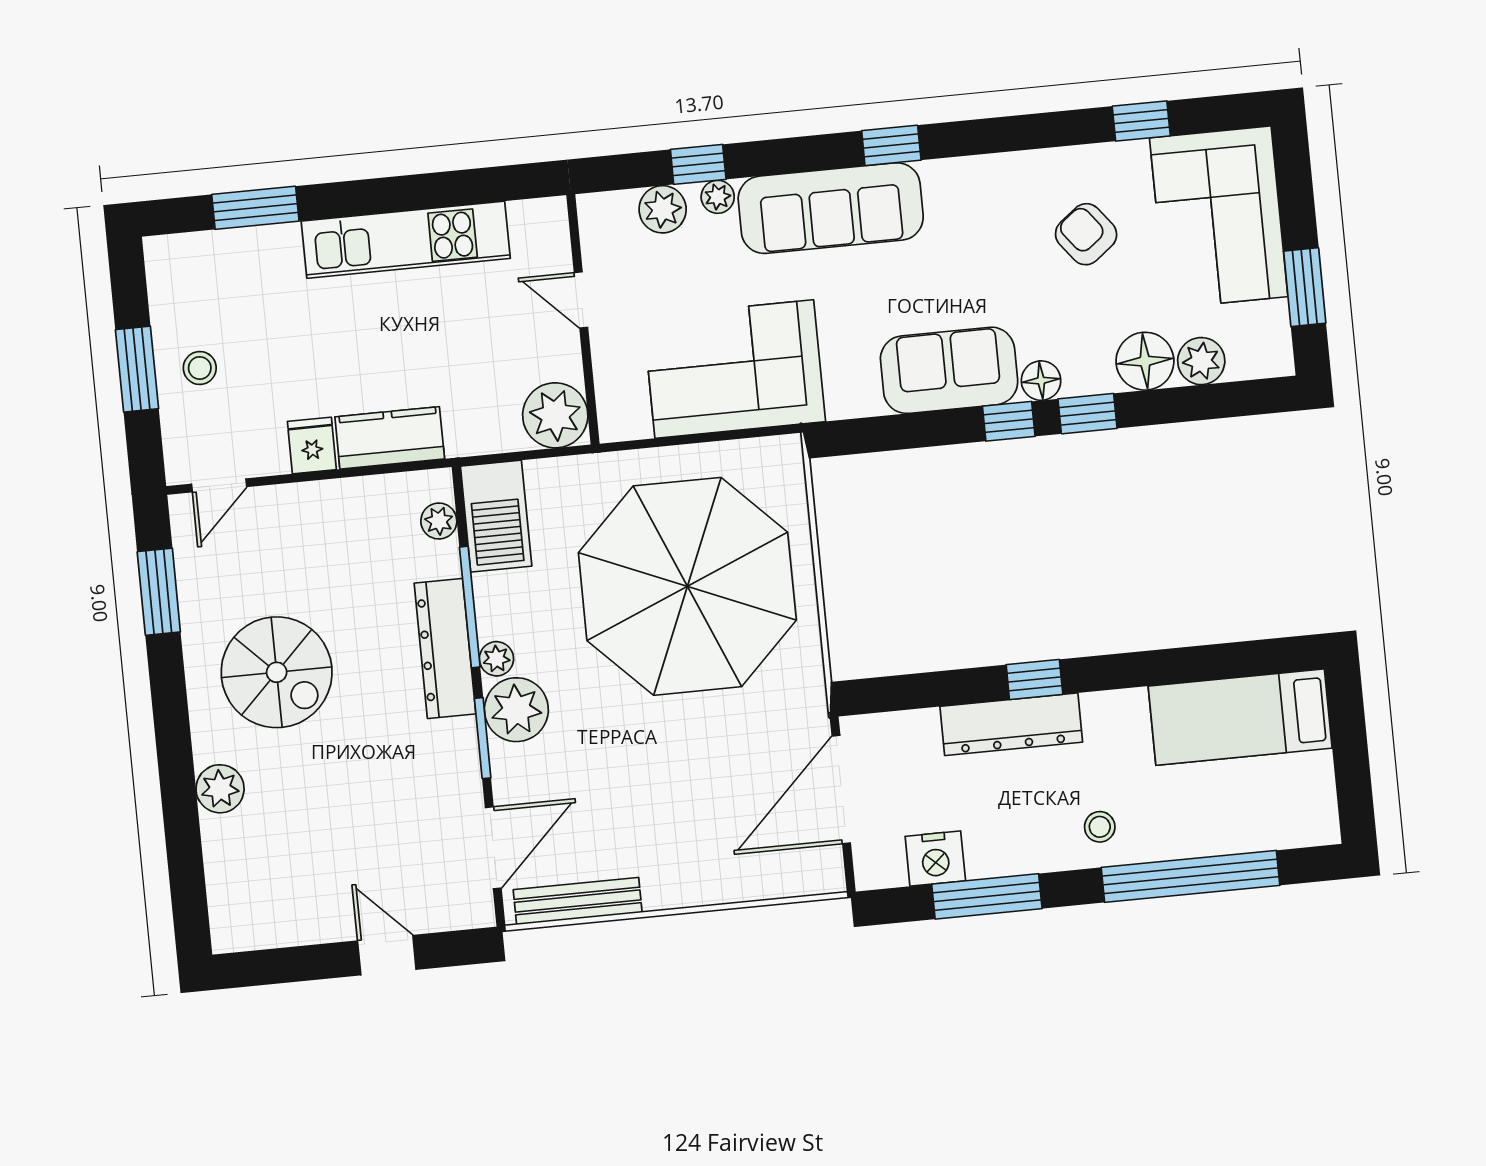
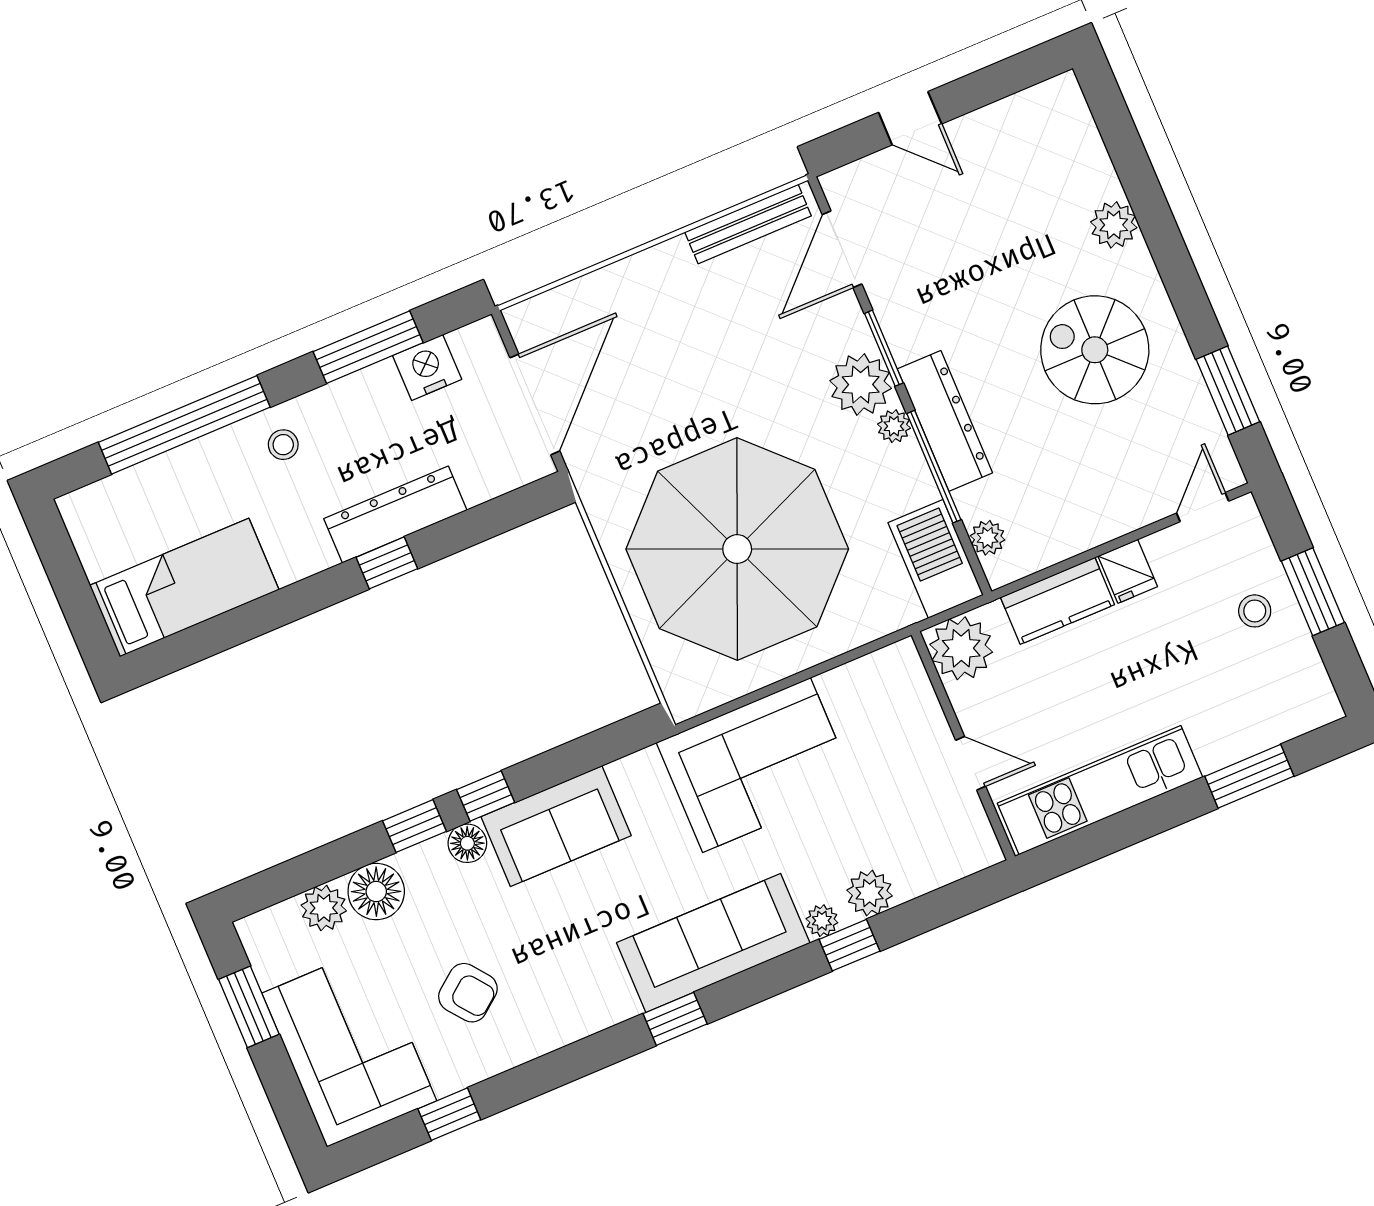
door: (581, 300) -> (971, 763), moved
wall: (583, 319) -> (963, 746), moved
plant: (555, 415) -> (961, 648), moved

